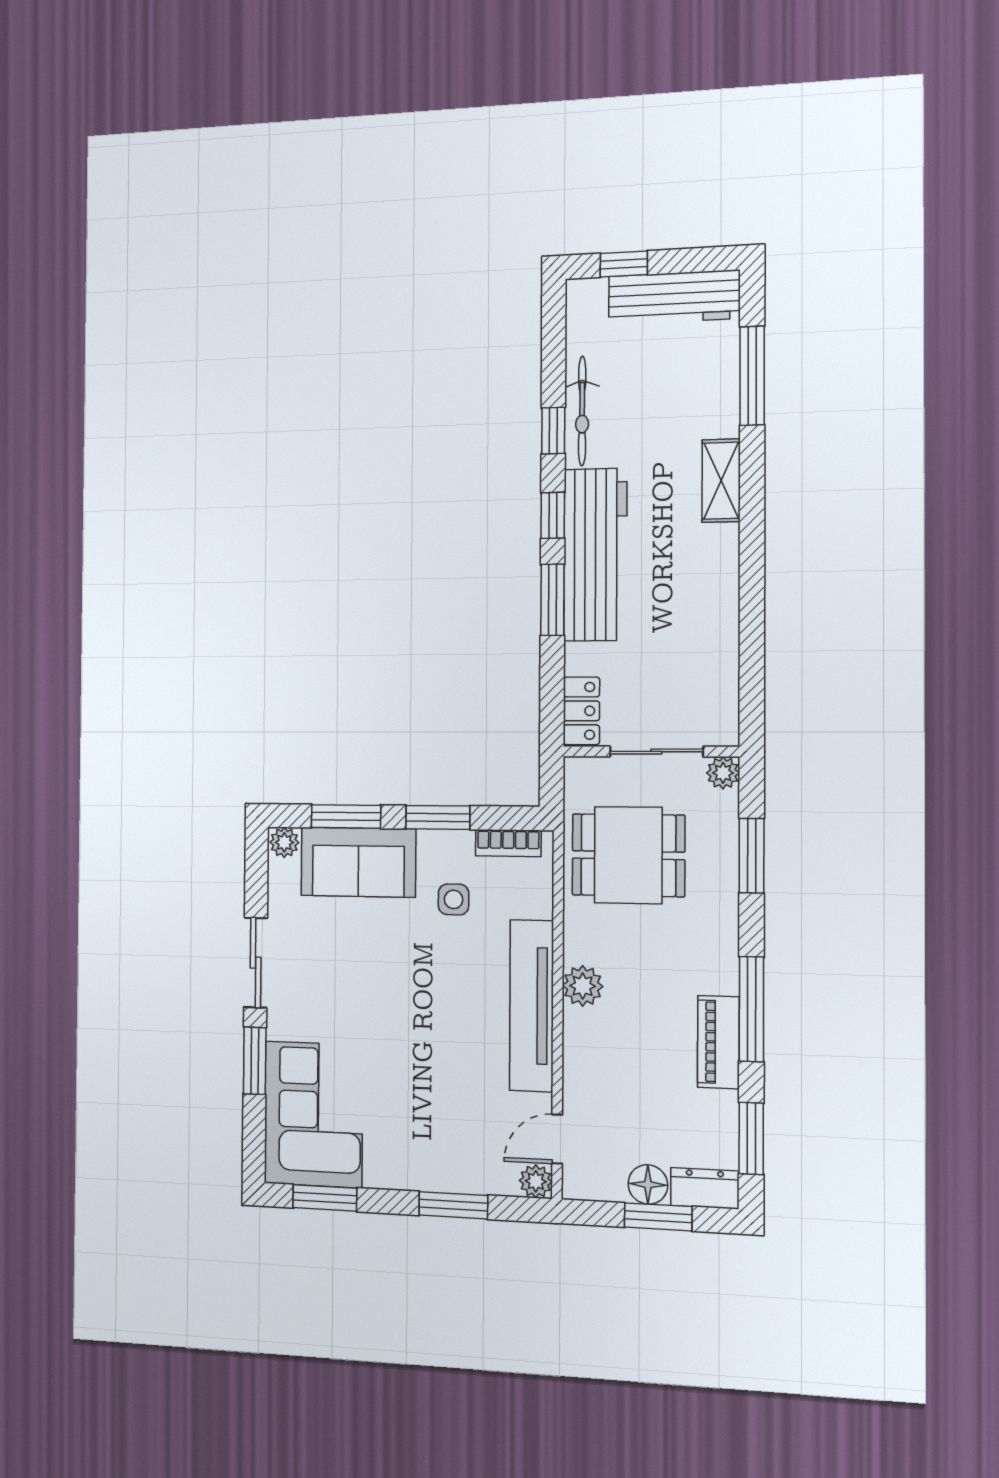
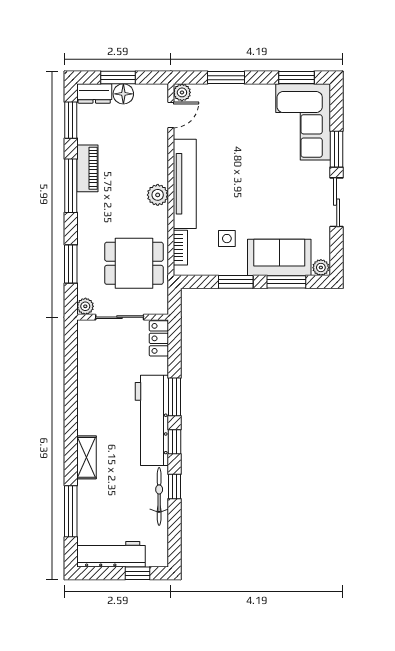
bookcase: (508, 843) -> (180, 248), moved, turned 90

